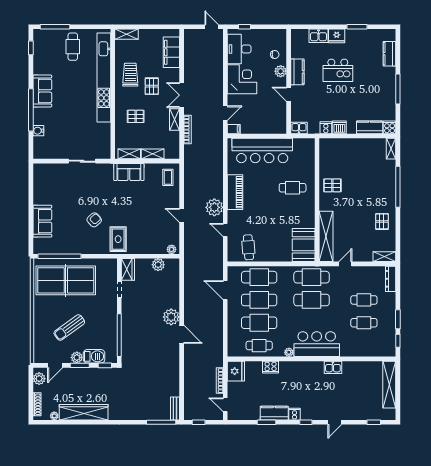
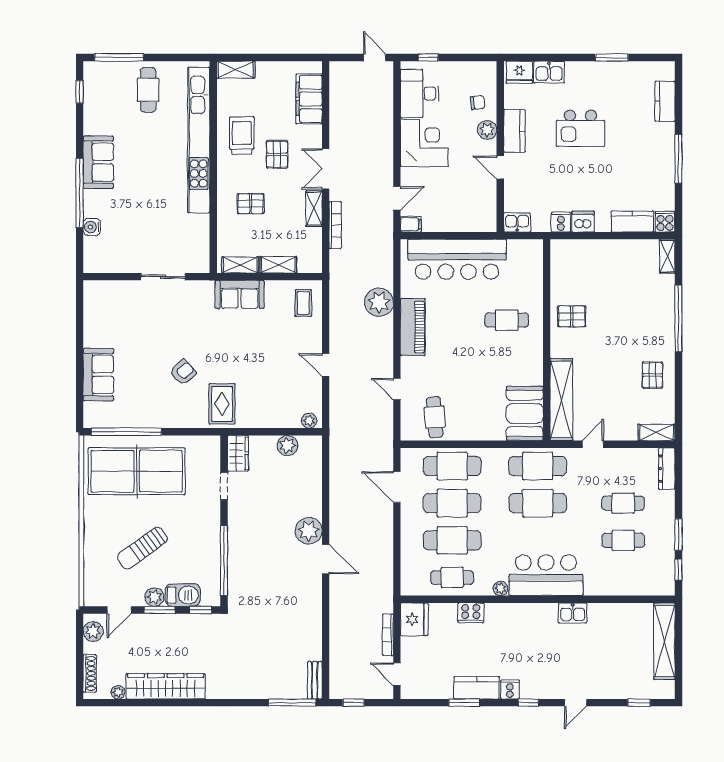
fridge: (337, 36) -> (519, 72), moved
plant: (214, 207) -> (379, 302), moved

